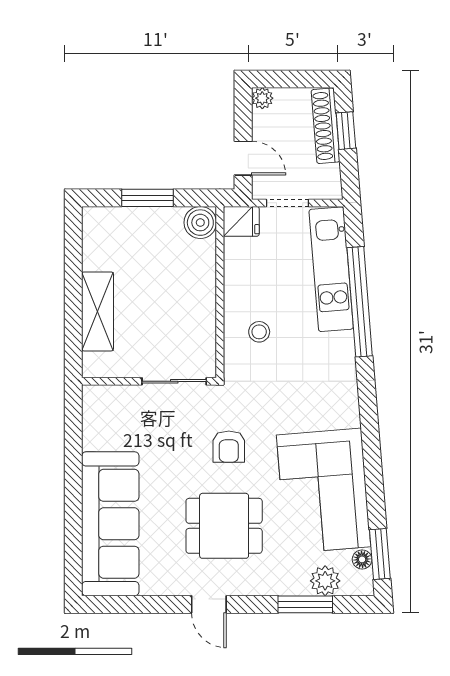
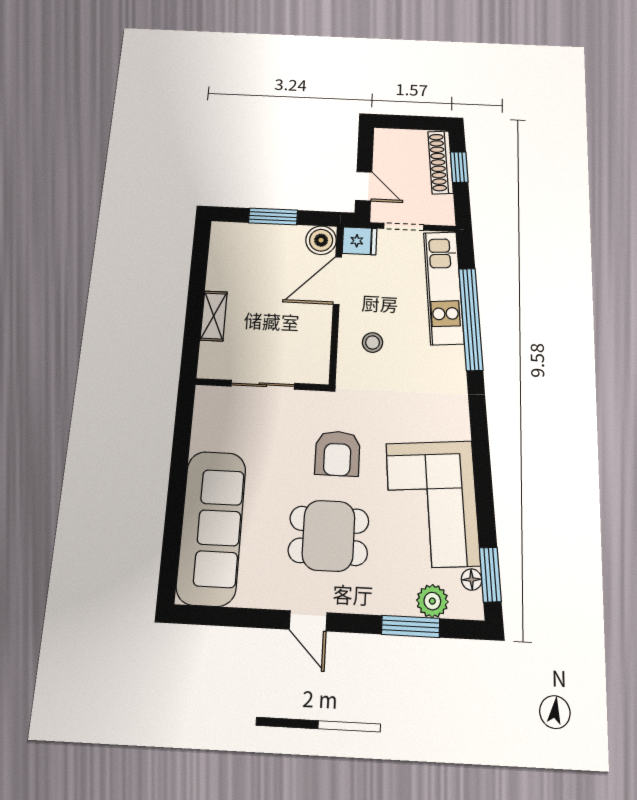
plant: (262, 98) -> (383, 137), removed
door: (220, 267) -> (337, 281), added
shelving: (98, 311) -> (214, 316), width x0.67, depth x0.75
sliding door: (174, 381) -> (263, 385), moved
armchair: (229, 447) -> (337, 453), width x1.38, depth x1.38

